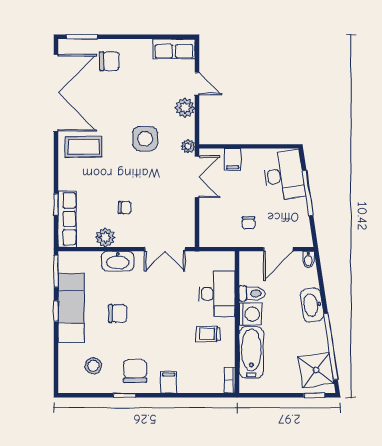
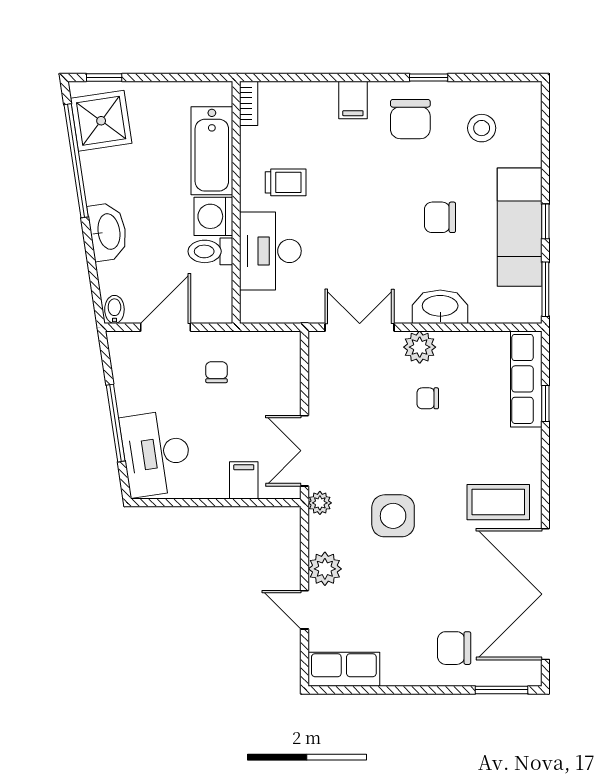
plant: (105, 237) -> (420, 347), moved

